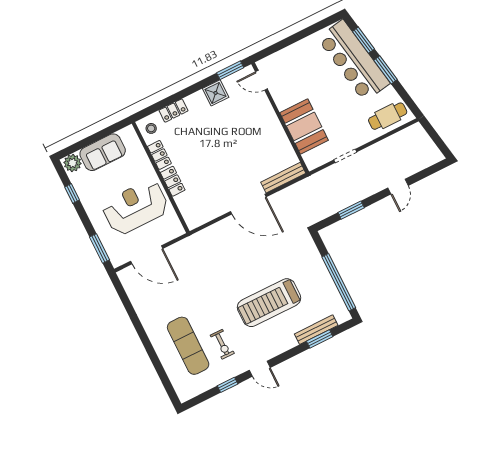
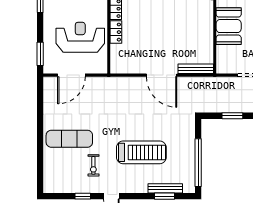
booth: (304, 126) -> (229, 26), moved
door: (147, 255) -> (71, 75), hinge flipped
treadmill: (269, 303) -> (141, 152), turned 180
exercise mat: (188, 346) -> (69, 139), moved, turned 90

